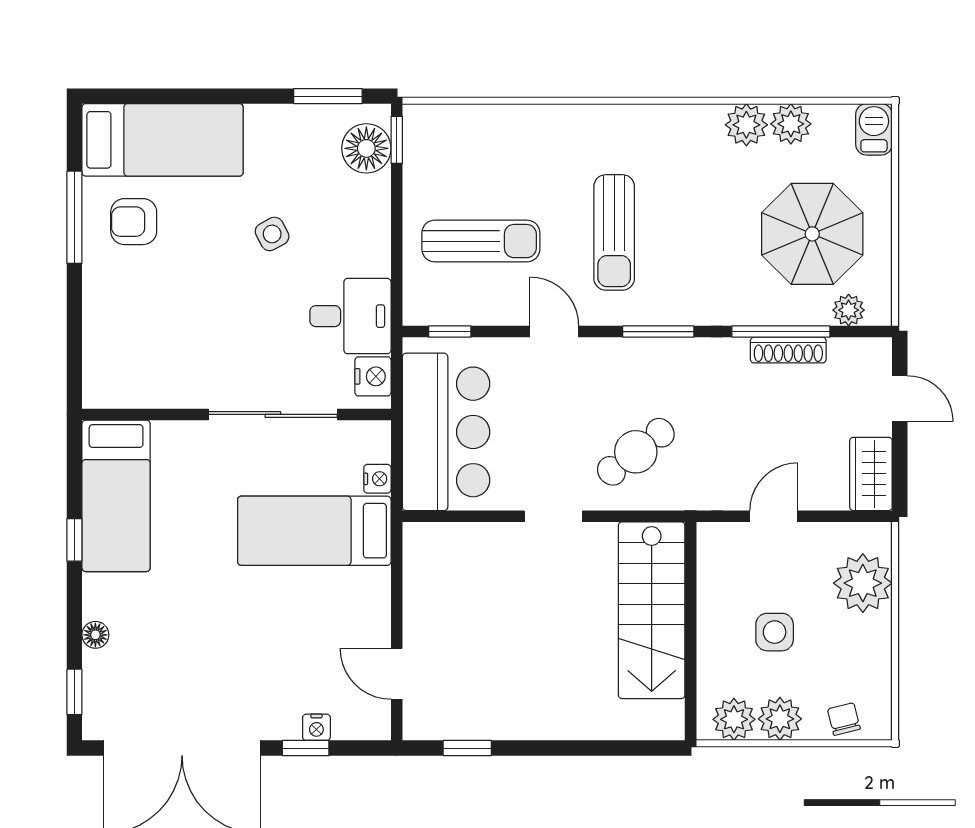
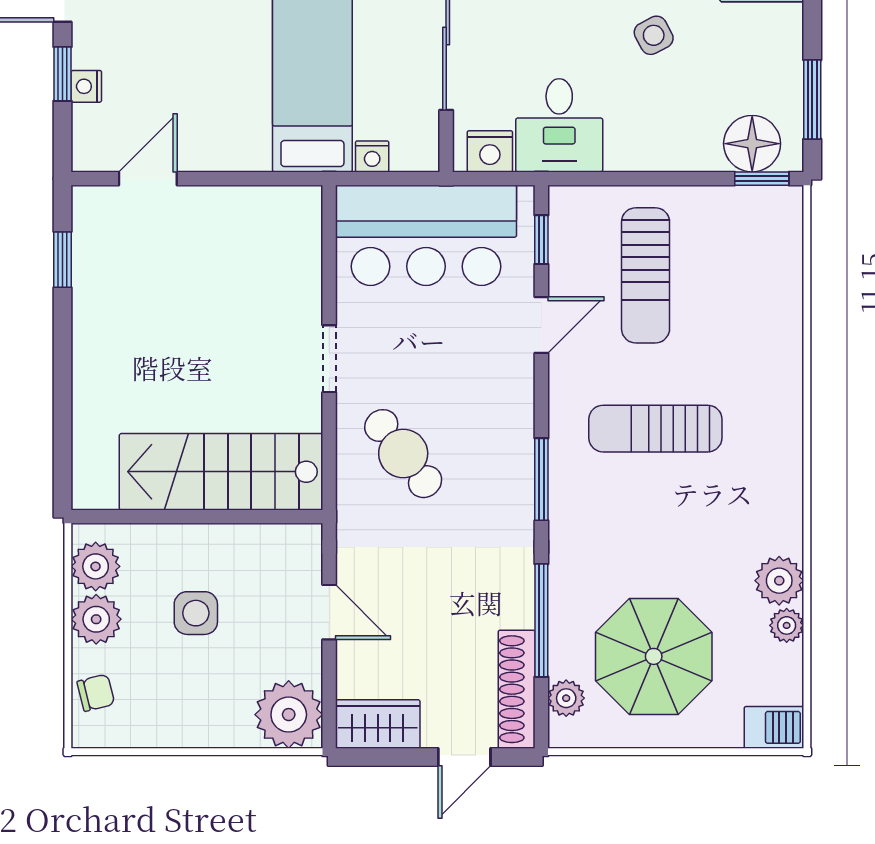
plant: (791, 124) -> (787, 625), width x0.73, depth x0.73
door: (554, 332) -> (541, 325), moved
shoe rack: (788, 350) -> (517, 689), moved, width x1.36, depth x1.24
plant: (863, 583) -> (289, 715), moved

